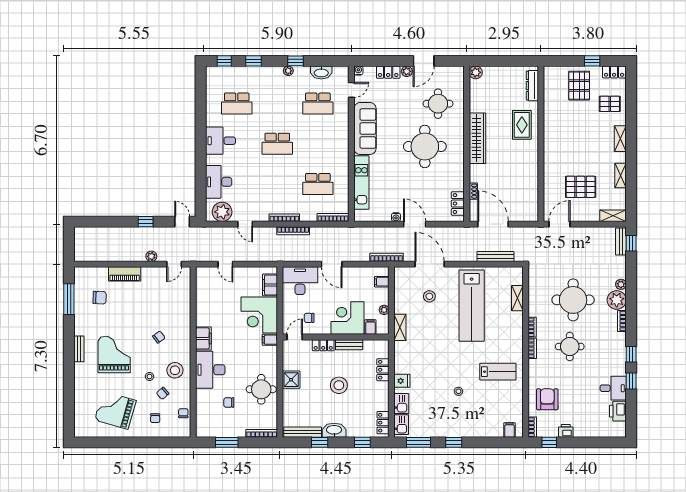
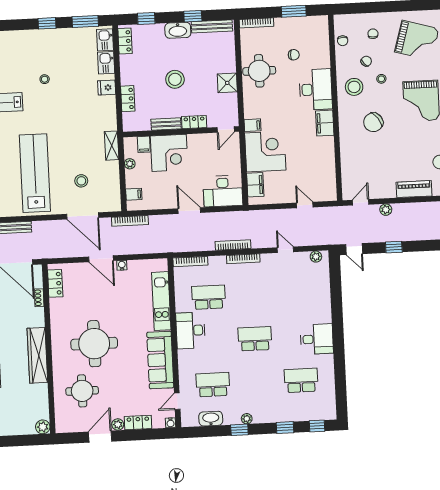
desk: (219, 182) -> (191, 330), moved, turned 180
plant: (222, 212) -> (316, 257), width x0.53, depth x0.53
chair: (309, 318) -> (211, 151), removed
chair: (159, 337) -> (373, 122), width x1.87, depth x1.87

